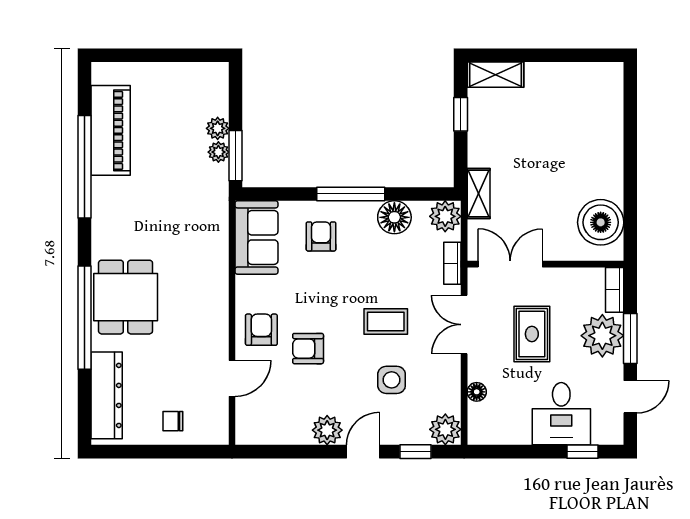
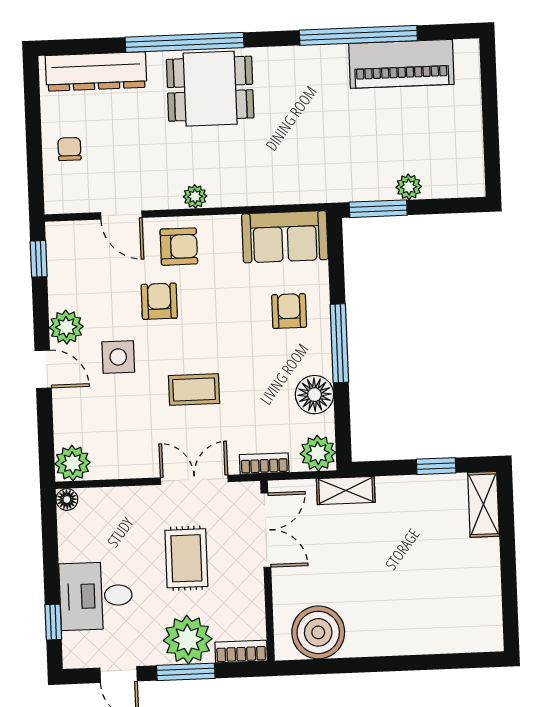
plant: (218, 152) -> (195, 196), moved
armchair: (321, 236) -> (289, 311), turned -90
coffee table: (386, 322) -> (194, 390), turned 90
rug: (532, 334) -> (186, 558), turned 90
side table: (392, 380) -> (118, 357), moved
floor lamp: (477, 392) -> (67, 499), moved
window: (416, 452) -> (39, 259), moved

